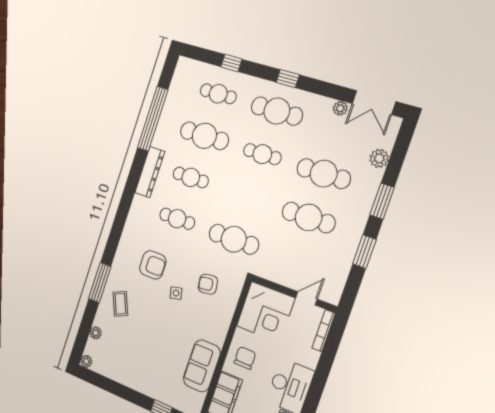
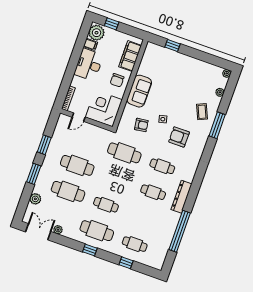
cafe table: (204, 136) -> (144, 218), removed
sofa: (202, 366) -> (139, 91), moved

